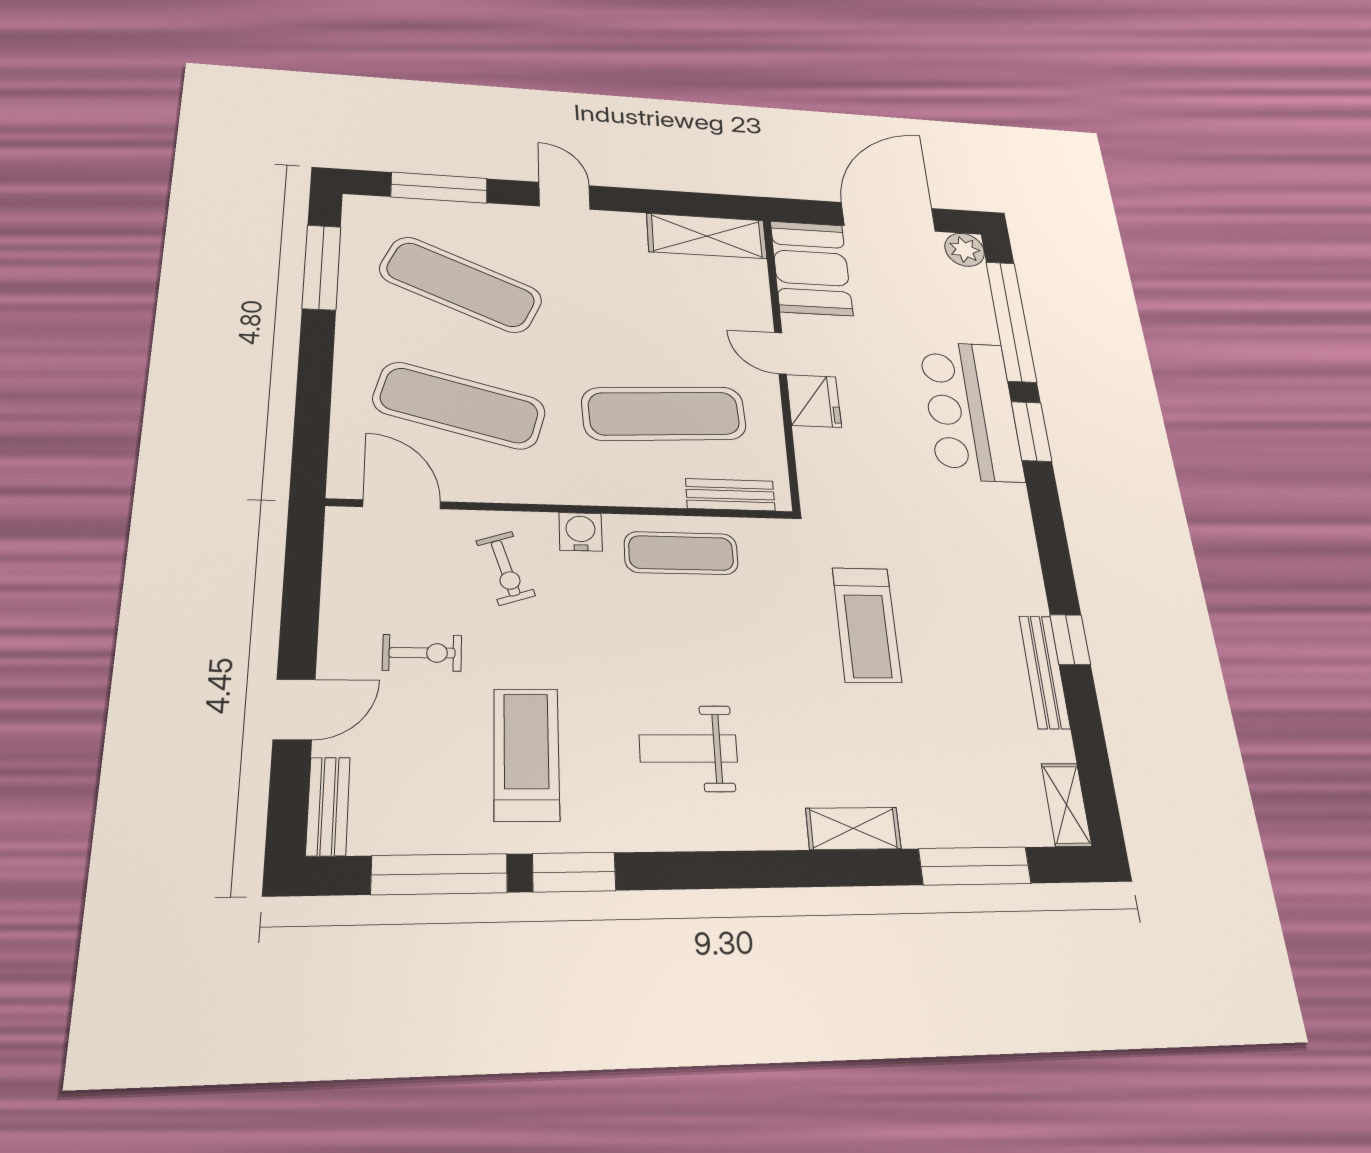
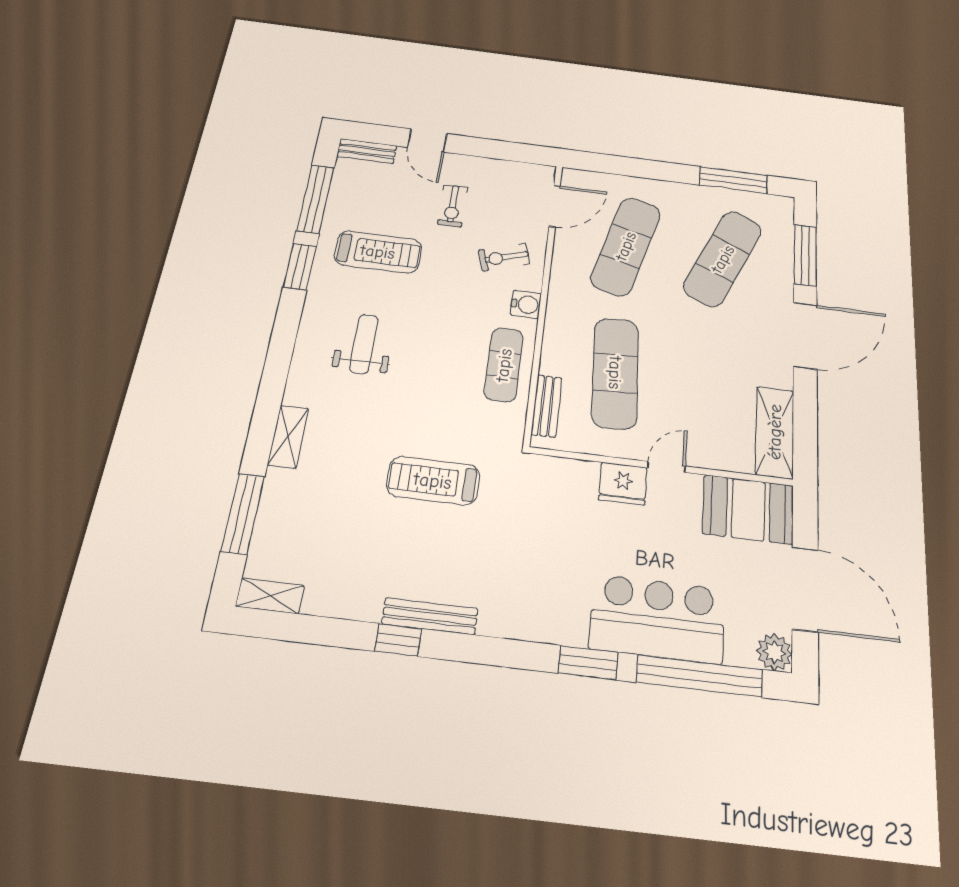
door: (564, 196) -> (805, 336), width x1.87
bar counter: (971, 411) -> (658, 619), moved
bench: (1044, 672) -> (430, 616), moved

